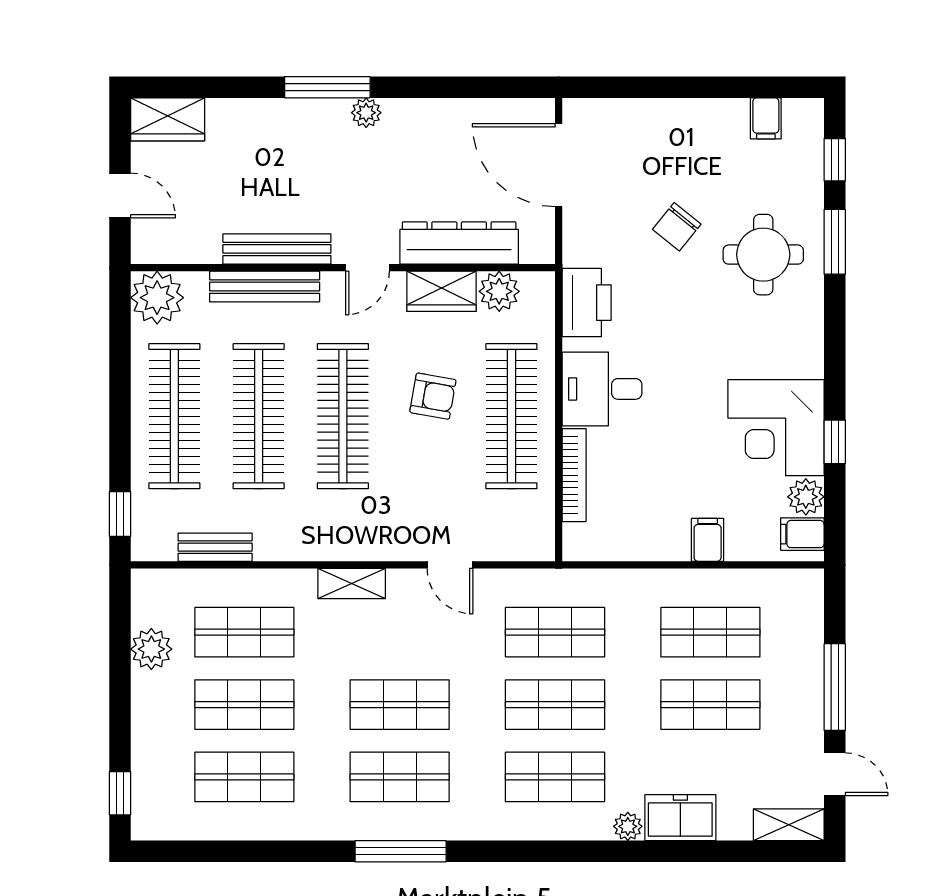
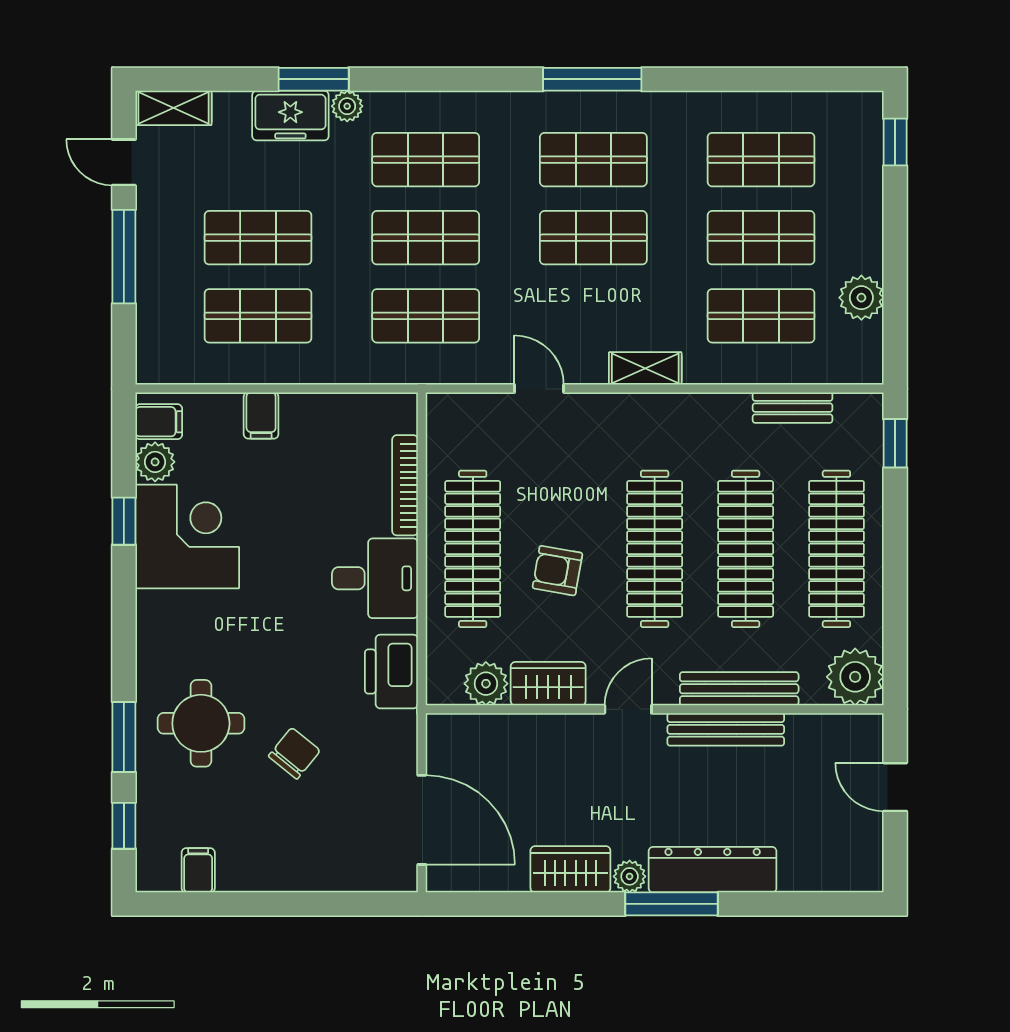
wardrobe: (168, 119) -> (570, 869), moved
dresser: (459, 243) -> (713, 870), moved, turned 180
window: (659, 851) -> (314, 79), added

